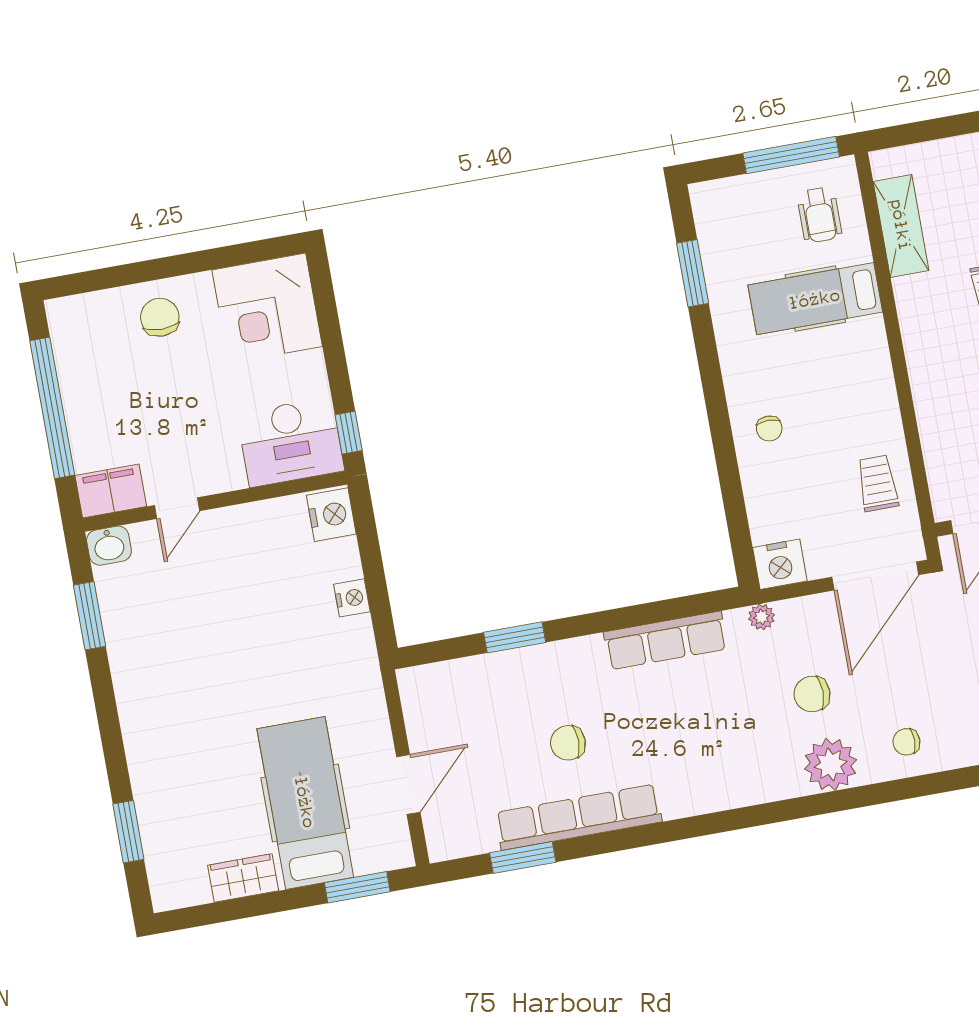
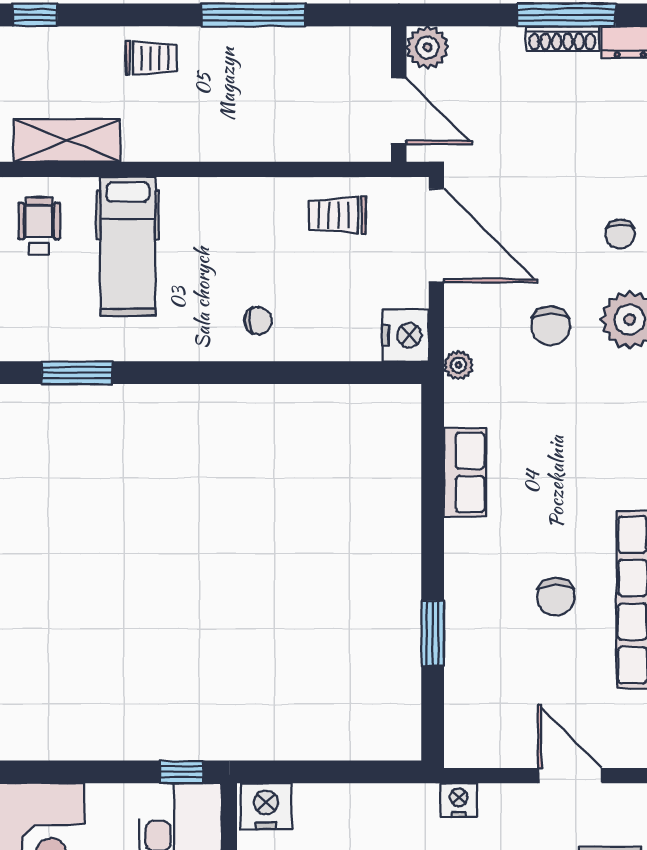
wheelchair: (819, 215) -> (39, 226), turned -90
nightstand: (352, 598) -> (459, 800), moved
row of seats: (666, 640) -> (465, 472), width x0.68

